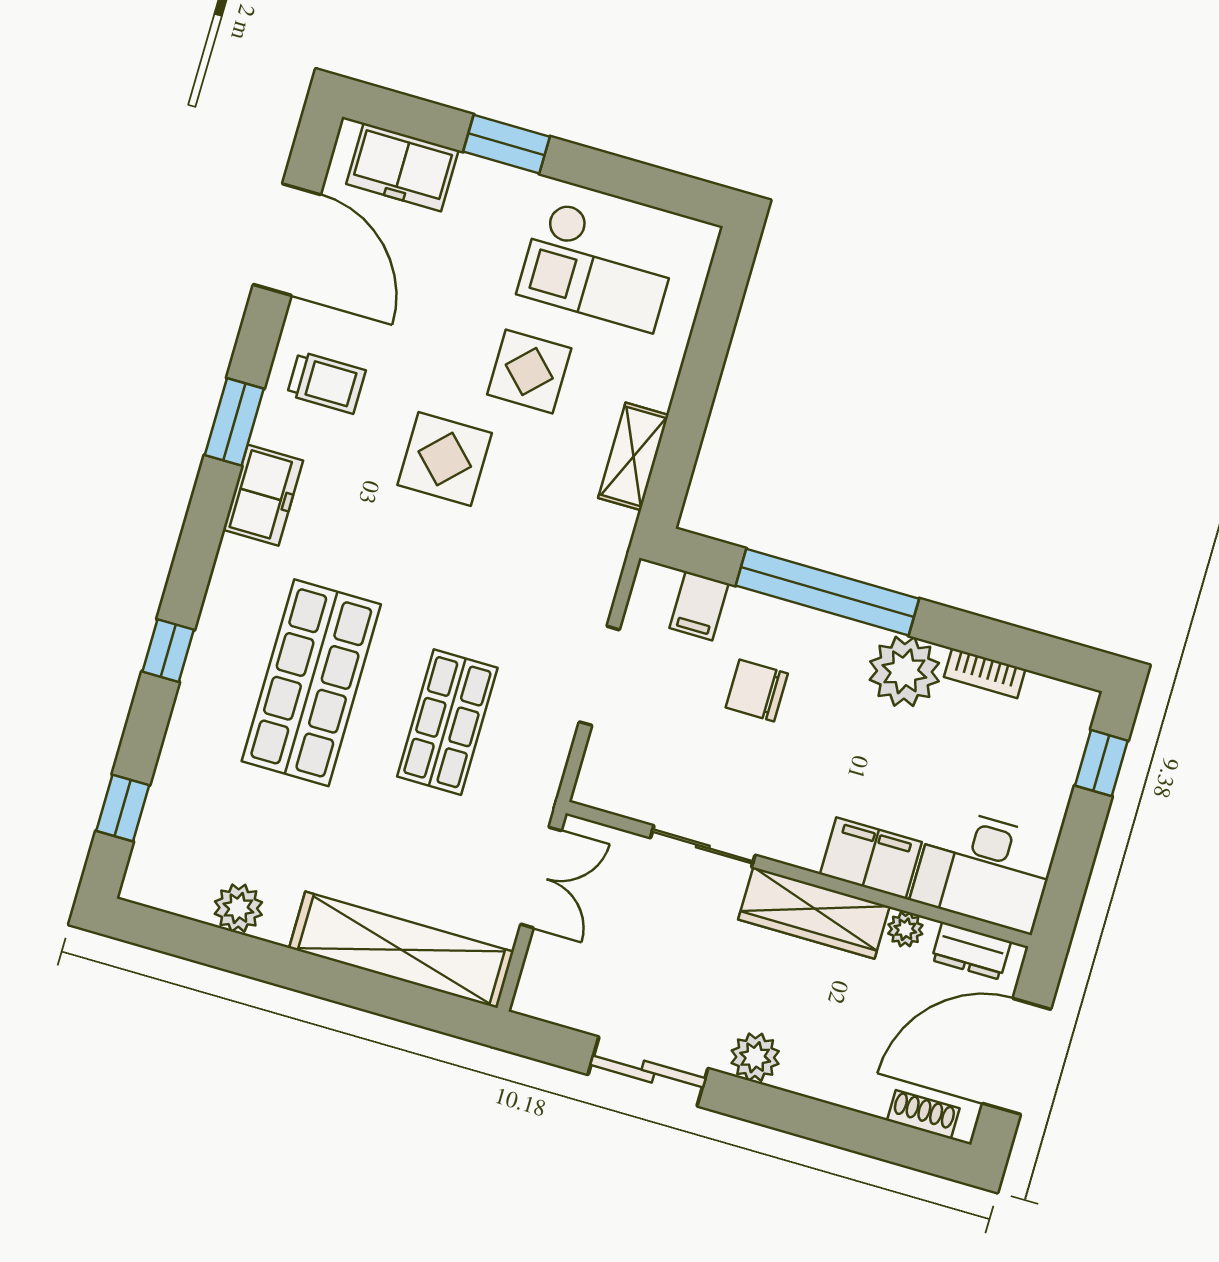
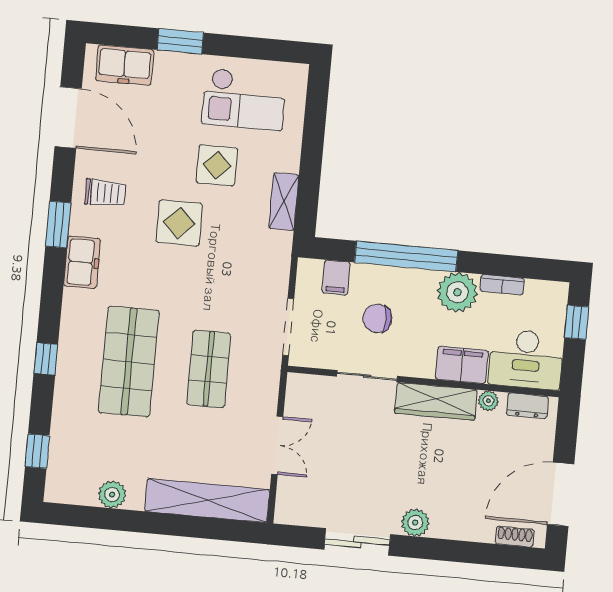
sliding door: (703, 846) -> (367, 376), moved
filing cabinet: (871, 858) -> (462, 365), moved
desk: (984, 870) -> (526, 359), moved
wall: (799, 874) -> (423, 381), moved
wardrobe: (814, 913) -> (436, 401), moved
plant: (905, 929) -> (488, 401), moved
dresser: (971, 951) -> (527, 406), moved

